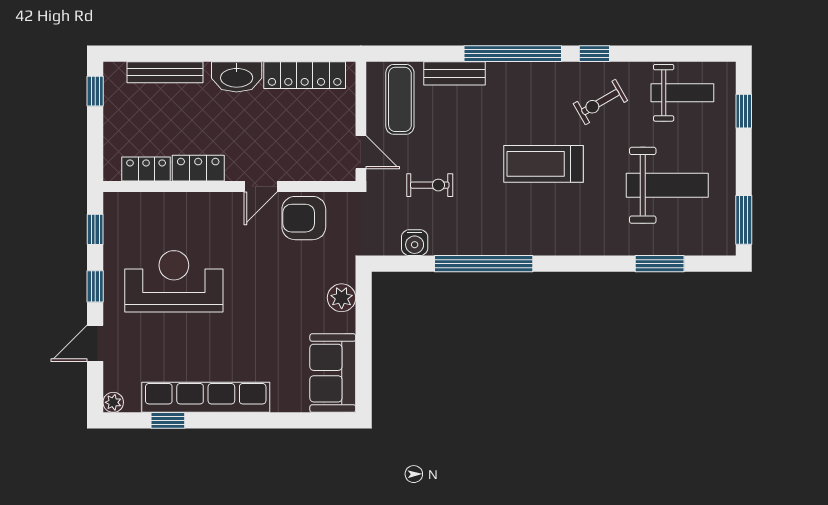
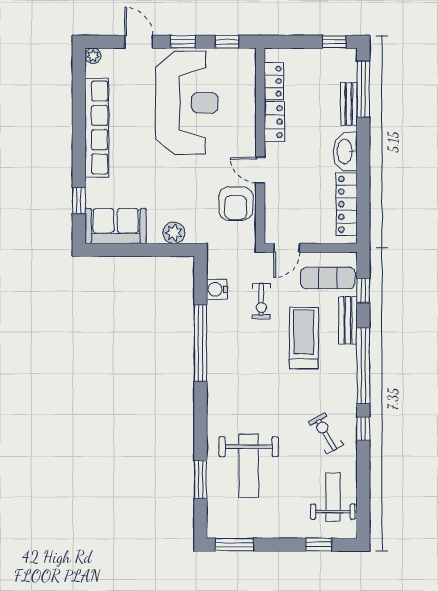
window: (156, 54) -> (363, 89), added
window: (416, 54) -> (363, 291), added
bench: (165, 72) -> (349, 104), width x0.73
weight bench: (682, 93) -> (333, 497), turned 180
treadmill: (544, 164) -> (304, 338), moved
weight bench: (667, 185) -> (249, 466), moved
armchair: (304, 218) -> (236, 204), turned 180
reception desk: (174, 281) -> (187, 103), width x1.36, depth x1.30
window: (168, 420) -> (79, 201), moved

